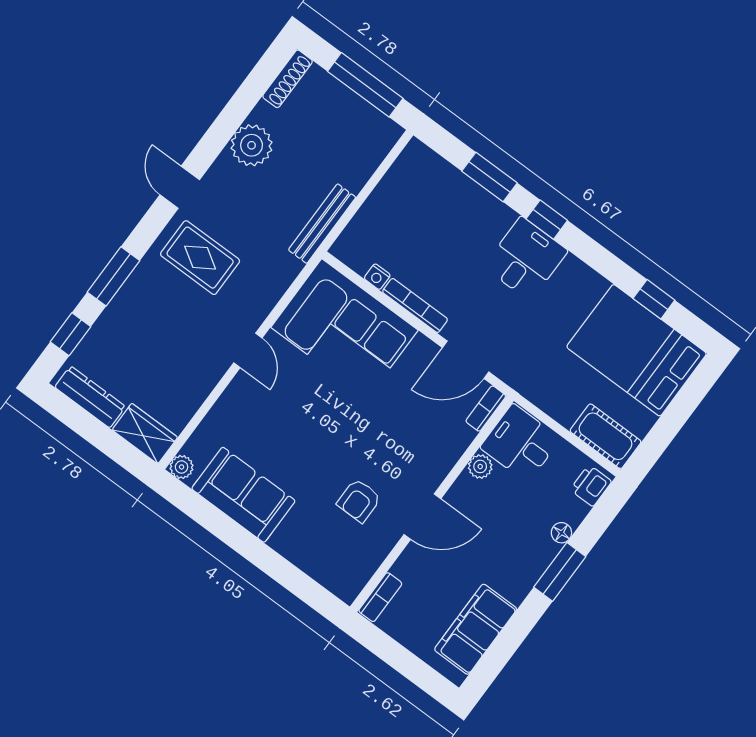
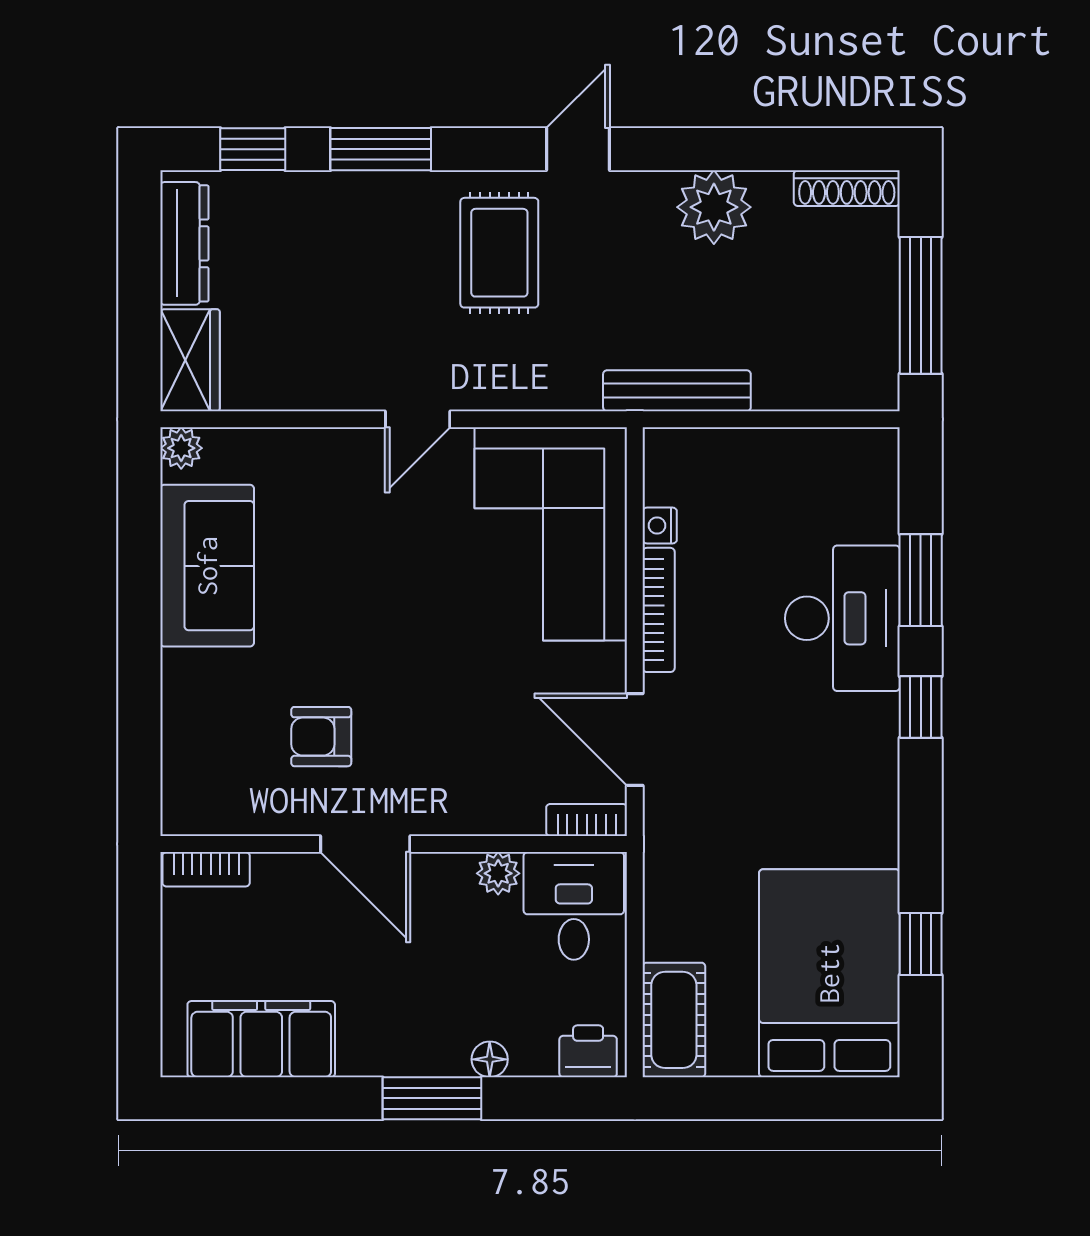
desk: (526, 259) -> (842, 618), moved, width x1.37

